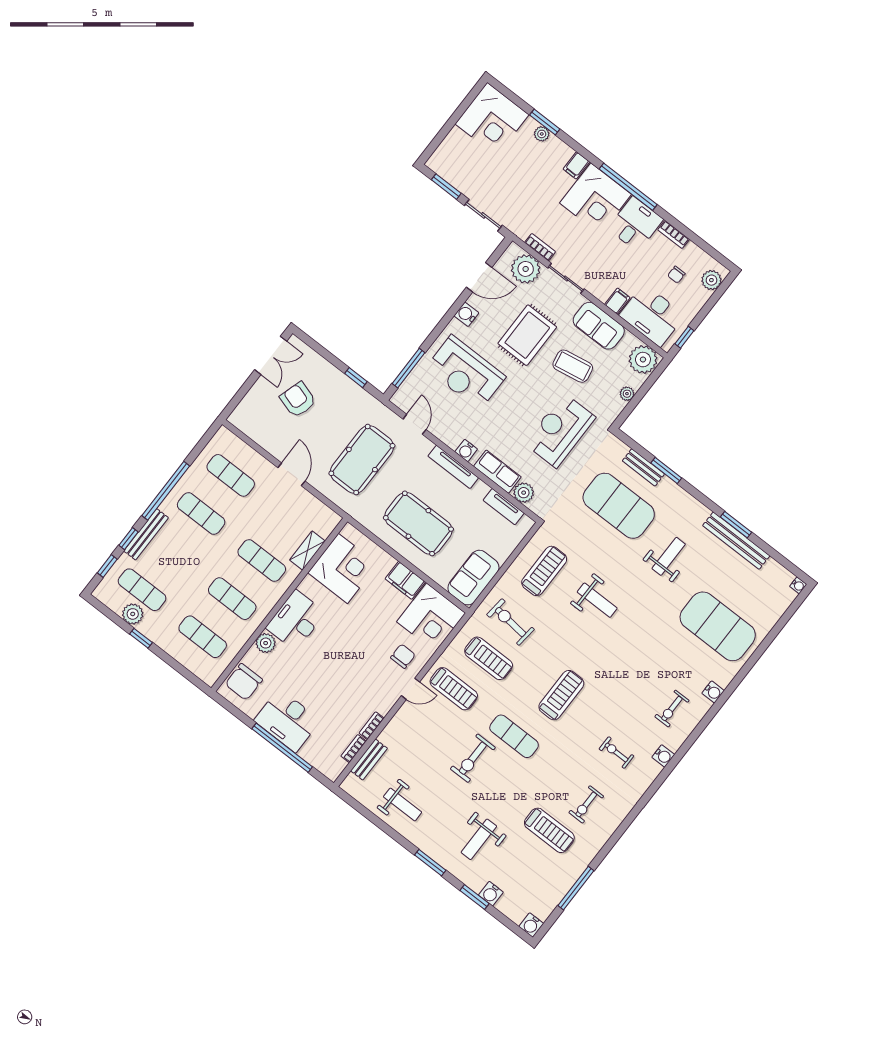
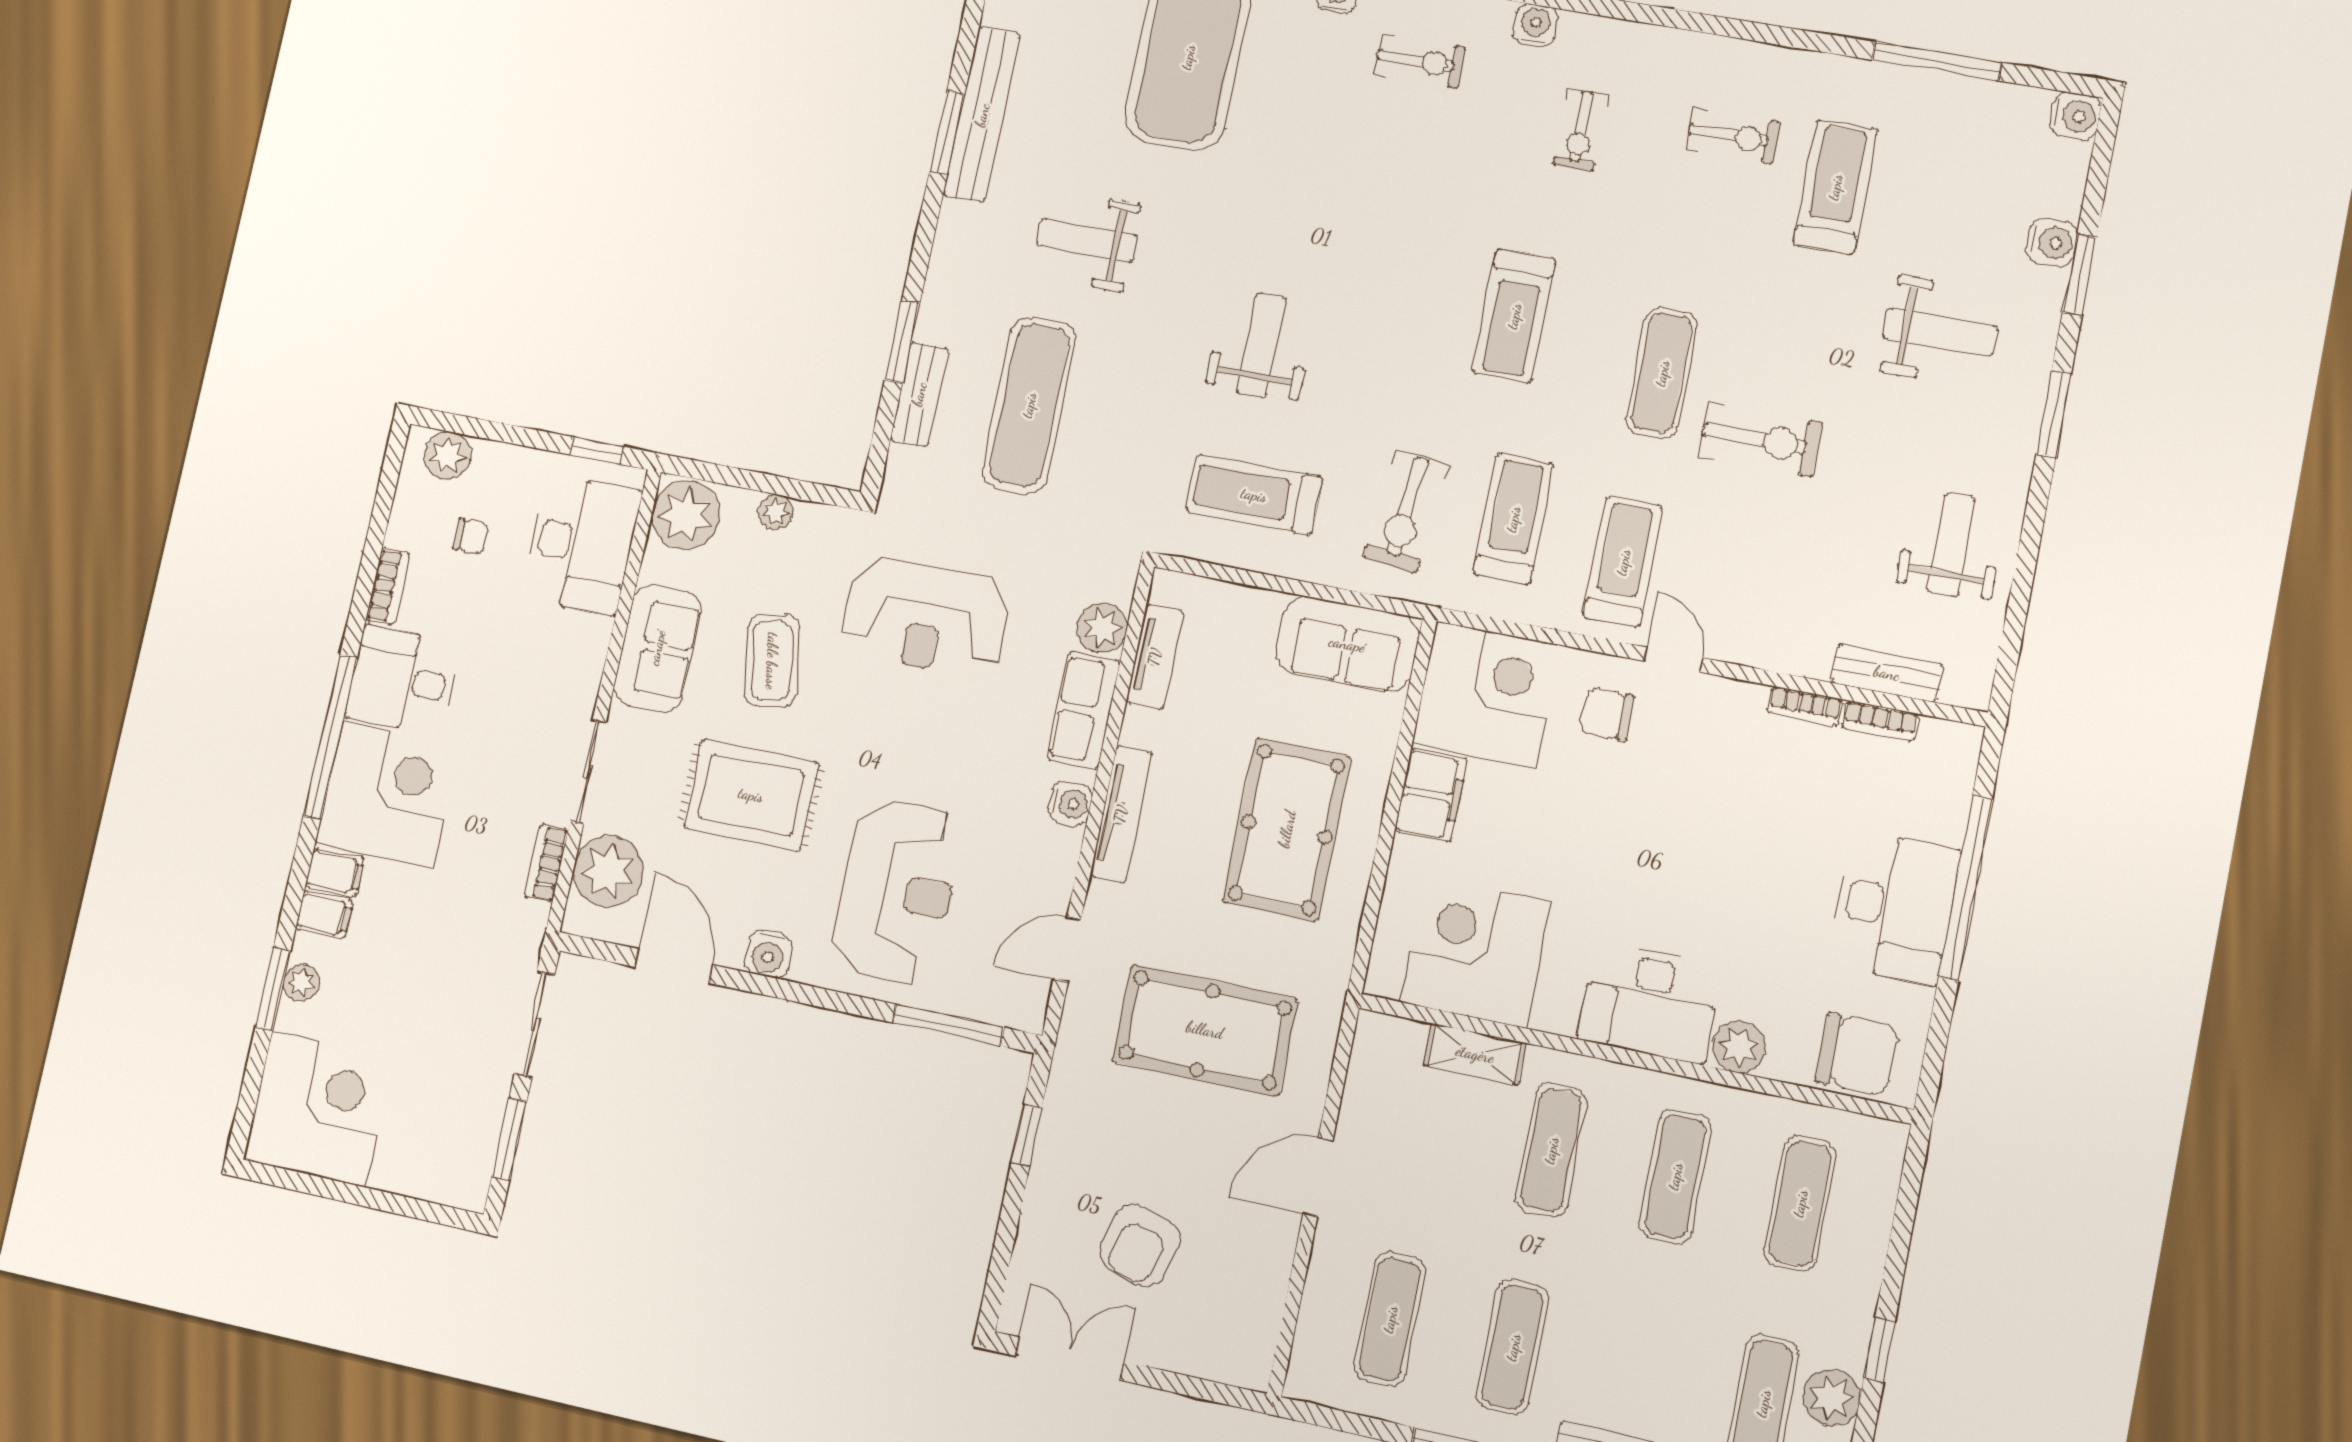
filing cabinet: (617, 301) -> (324, 915), moved, turned 180
exercise mat: (619, 506) -> (1029, 405), width x0.68
treadmill: (561, 695) -> (1514, 316), turned -90

